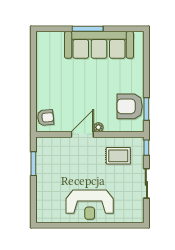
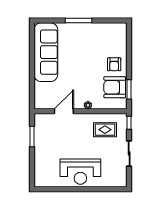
sofa: (99, 45) -> (46, 52), moved, turned -90
armchair: (46, 118) -> (114, 64), moved, turned 95
door: (82, 134) -> (64, 111), moved

